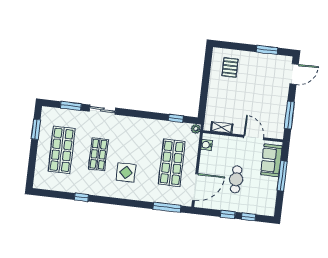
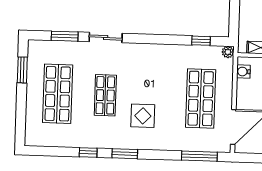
window: (110, 201) -> (125, 154), added

